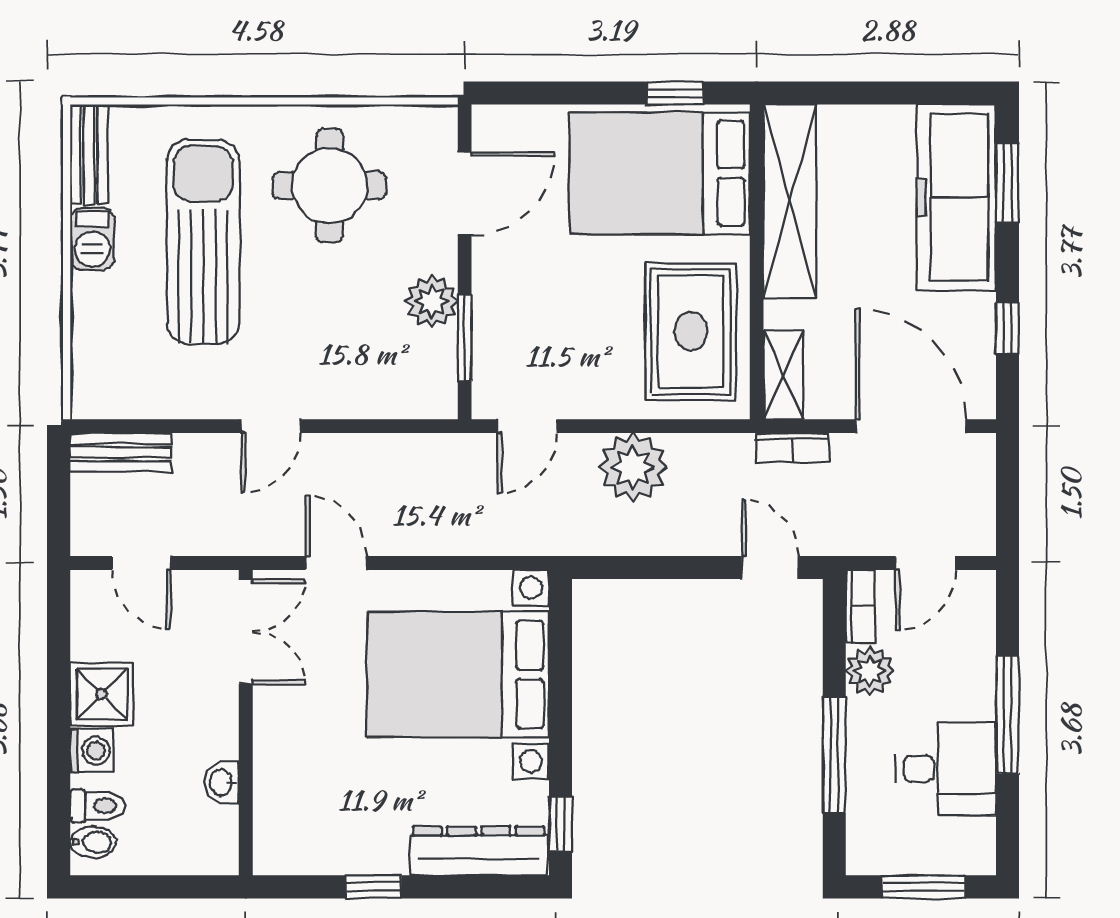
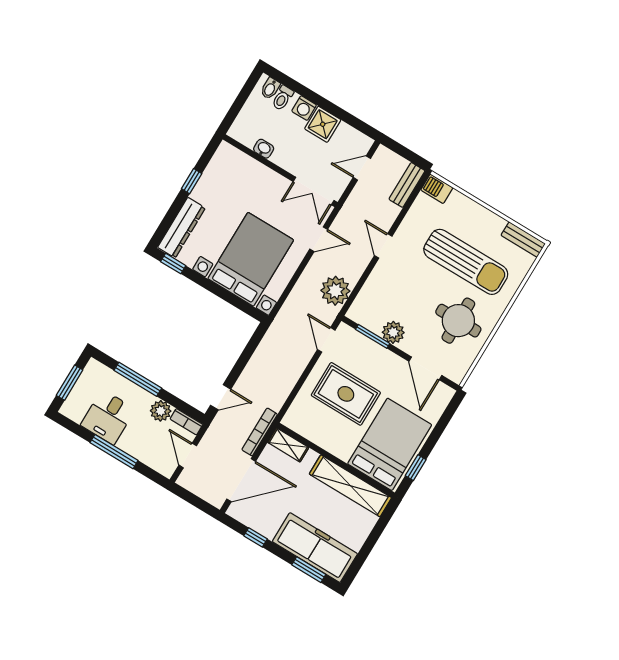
barbecue: (92, 239) -> (437, 189), moved
rug: (691, 332) -> (346, 394), moved
bookcase: (792, 448) -> (260, 432), width x1.56
plant: (633, 467) -> (335, 291), moved

